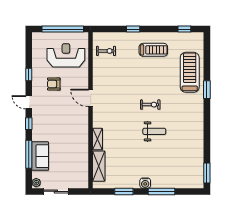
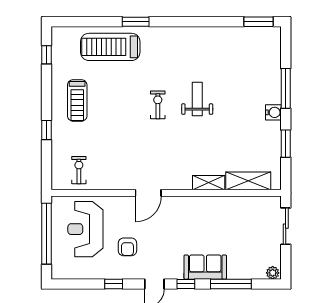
treadmill: (153, 50) -> (77, 100), turned 180
sofa: (40, 156) -> (205, 267), moved
sliding door: (56, 191) -> (286, 226), moved

